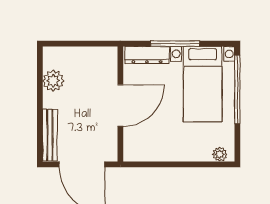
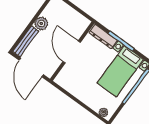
plant: (53, 81) -> (41, 24), moved
door: (120, 105) -> (72, 52), swing flipped

